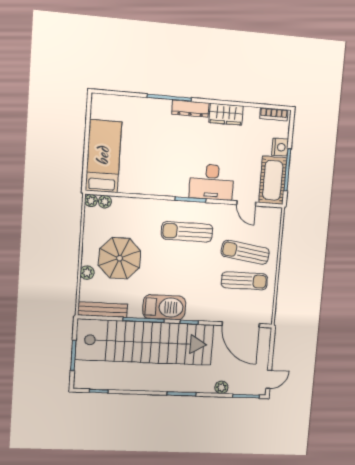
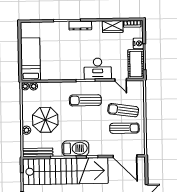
wardrobe: (226, 114) -> (113, 27), moved

